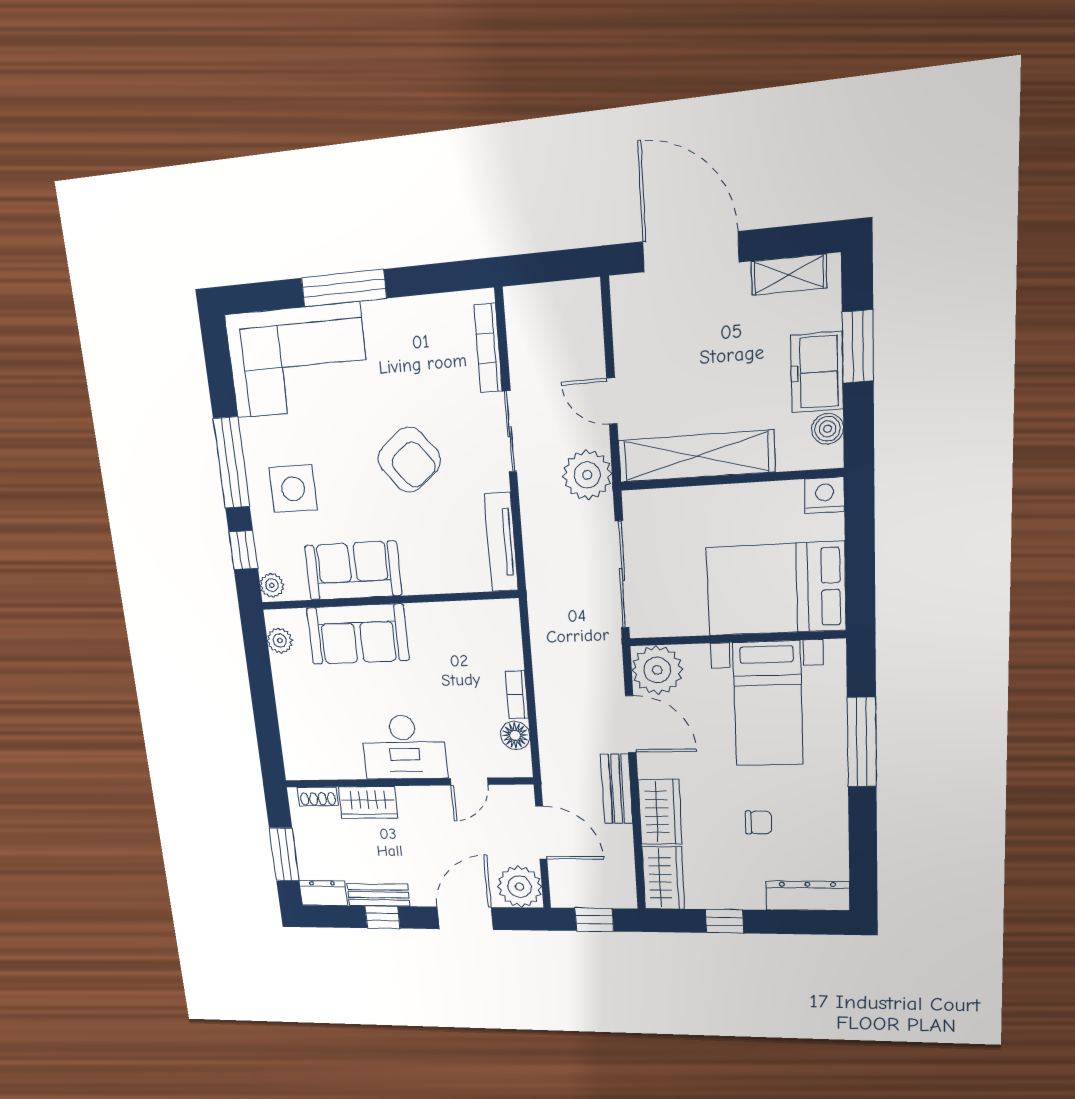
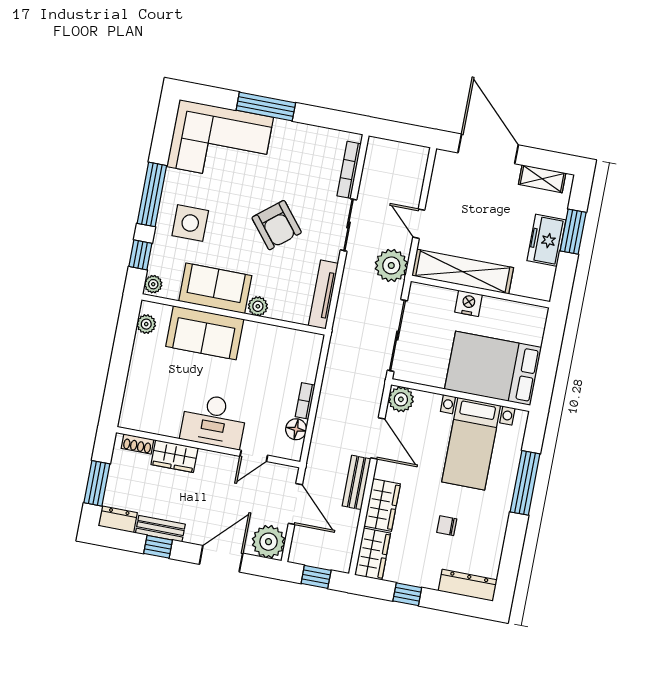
boiler: (828, 429) -> (546, 276), removed
nightstand: (825, 495) -> (468, 303), moved
plant: (417, 581) -> (258, 306), added
plant: (657, 670) -> (401, 399), width x0.73, depth x0.73
chair: (759, 822) -> (447, 526), turned 180

